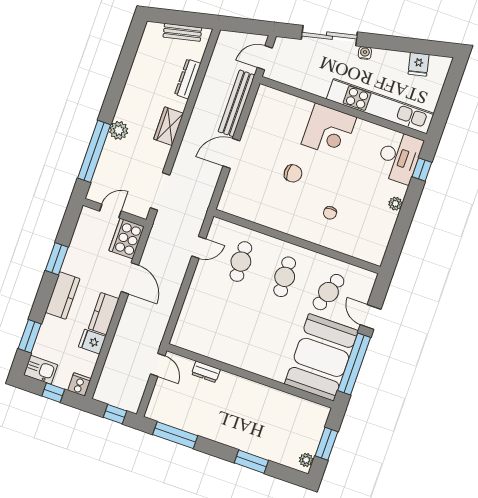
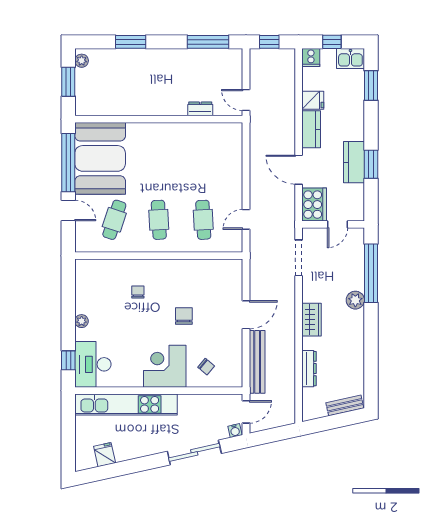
bench: (182, 32) -> (345, 405), moved
water cooler: (365, 53) -> (235, 431), moved
chair: (288, 116) -> (206, 367), added
chair: (293, 173) -> (184, 316), turned 90
kitchen counter: (63, 296) -> (354, 162), moved

